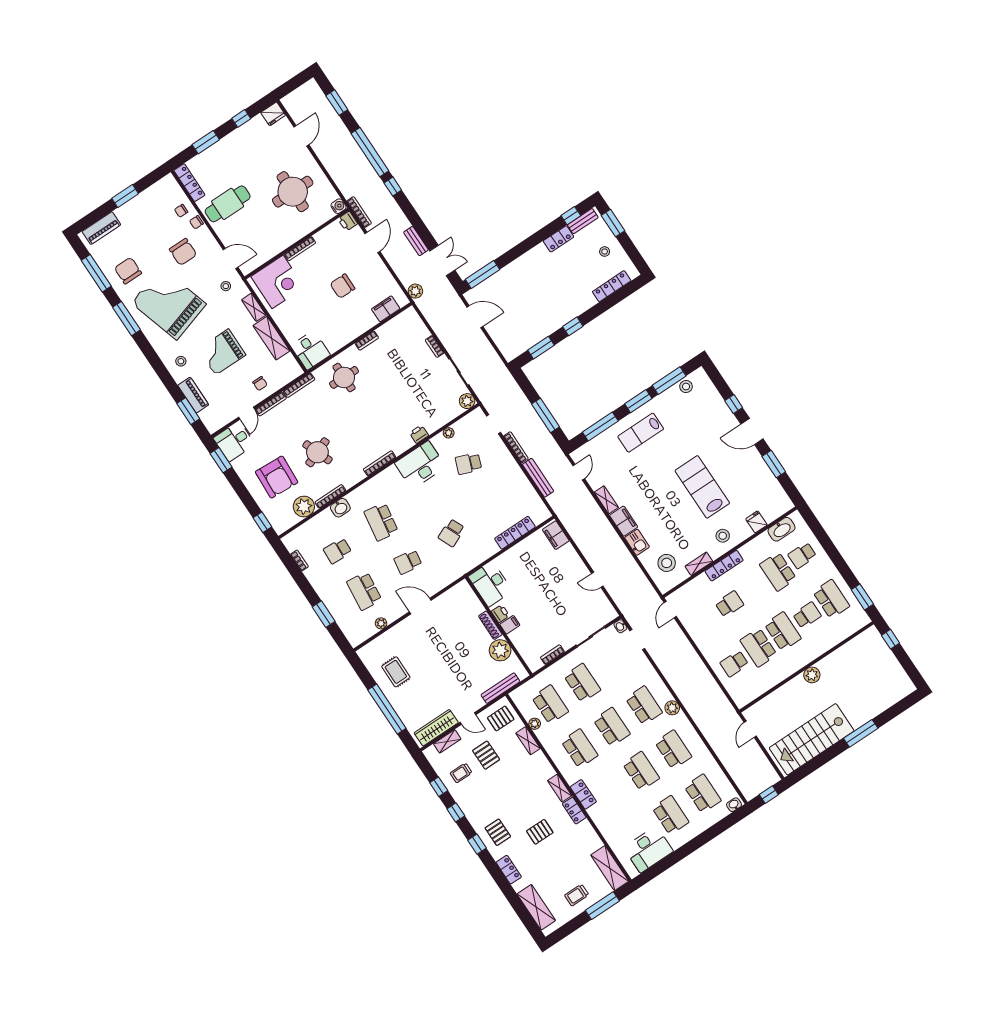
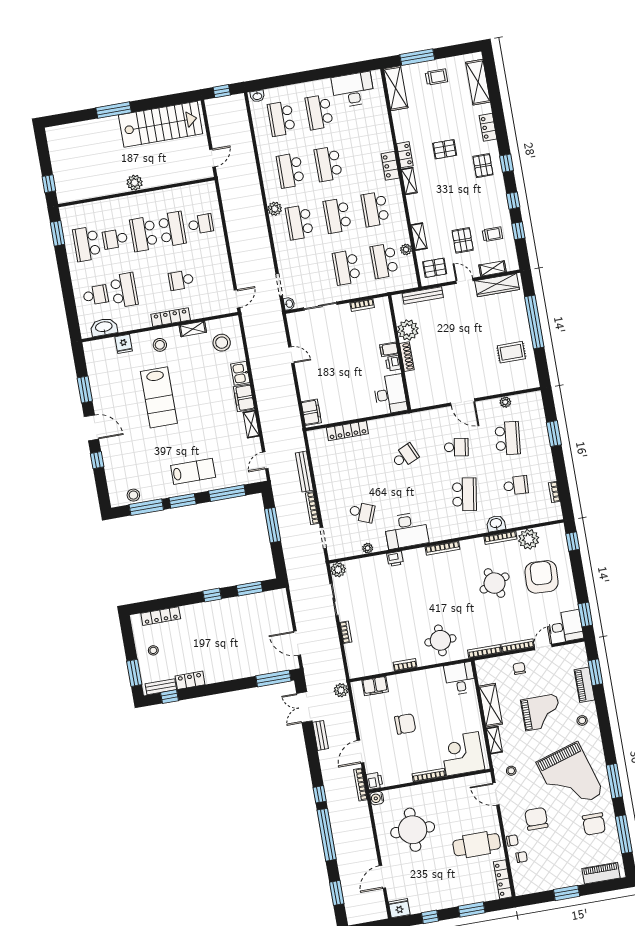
rug: (396, 672) -> (511, 352), turned 90

